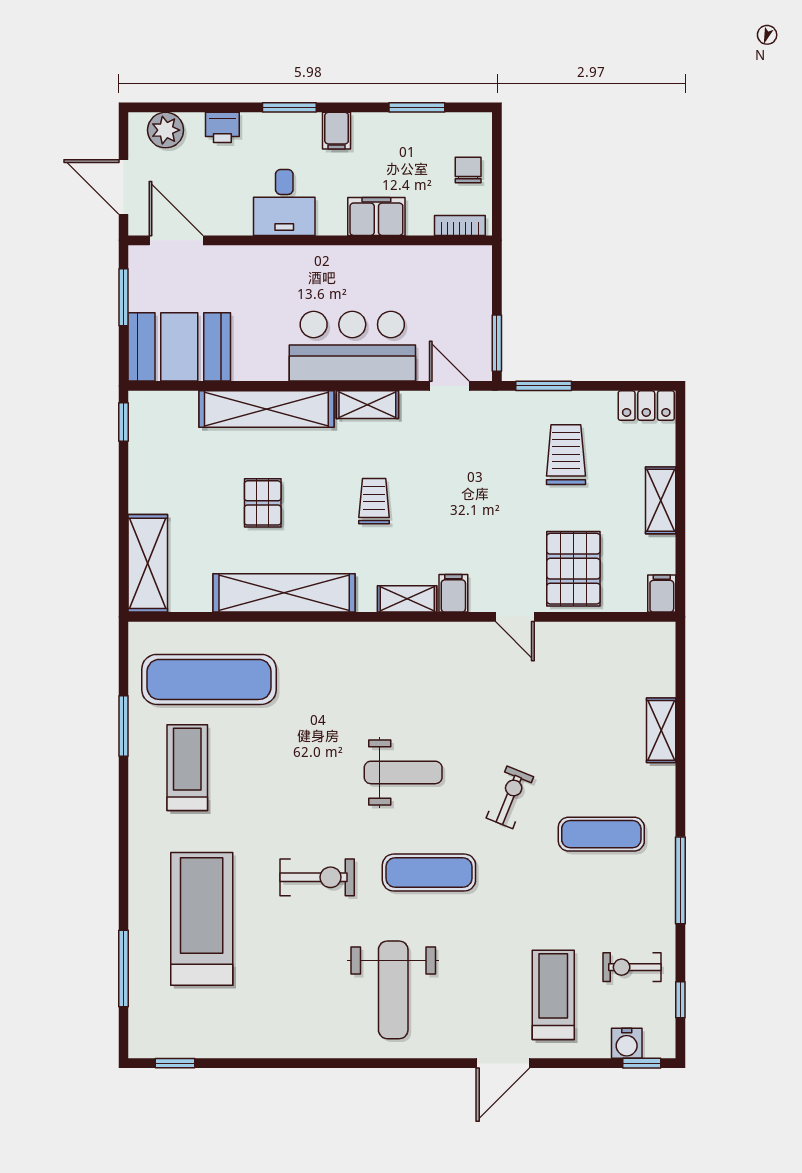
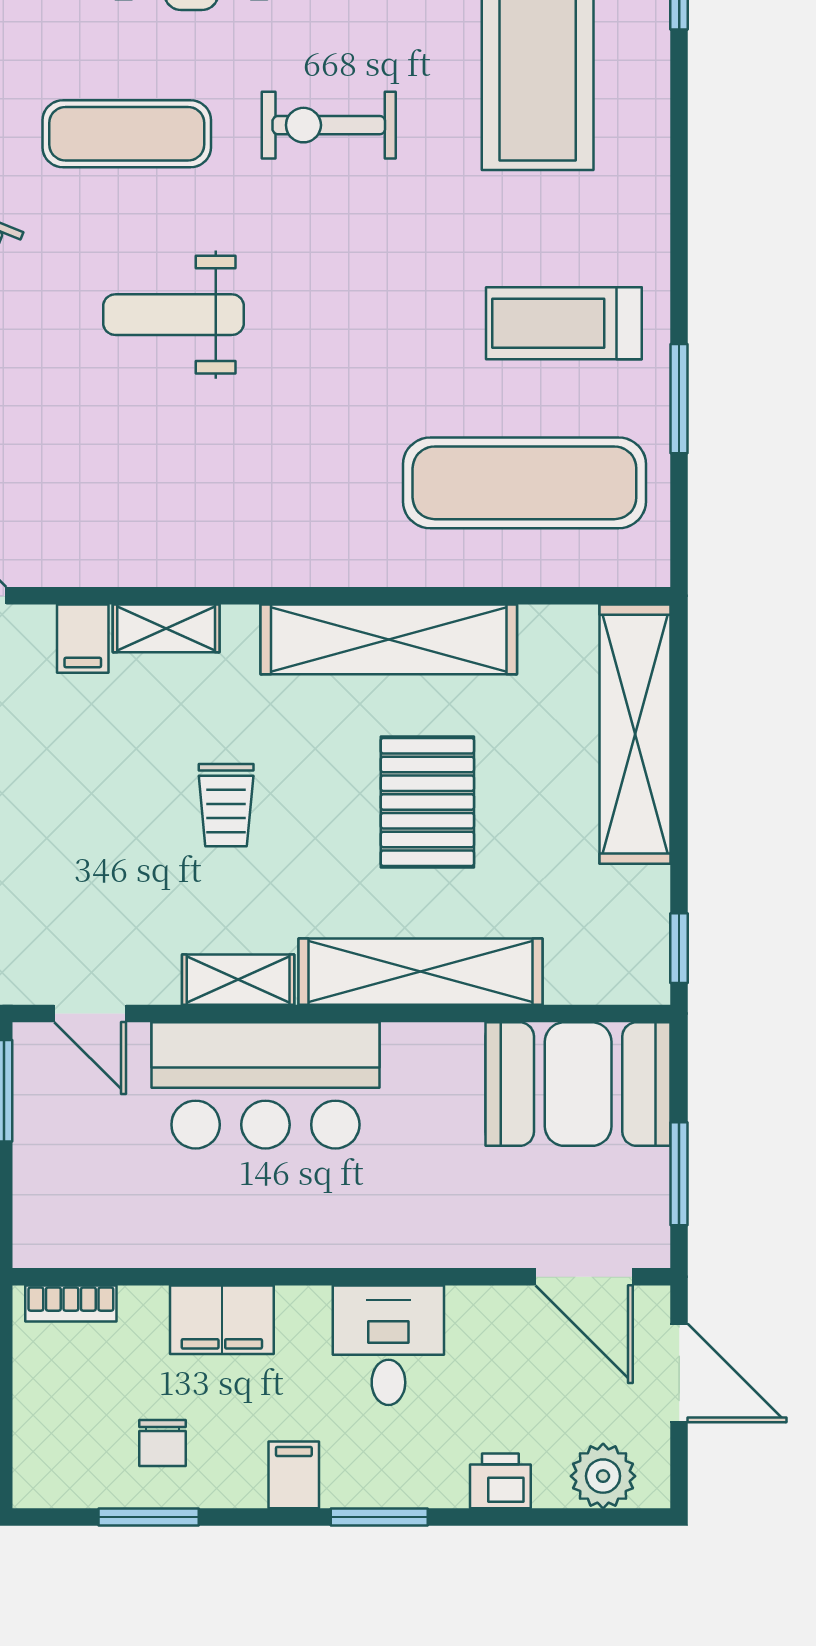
chair: (468, 170) -> (163, 1443), moved
pallet: (263, 503) -> (427, 802), width x1.50, depth x1.42
shelving: (148, 563) -> (635, 734), width x1.47
treadmill: (187, 768) -> (564, 323), turned 90

